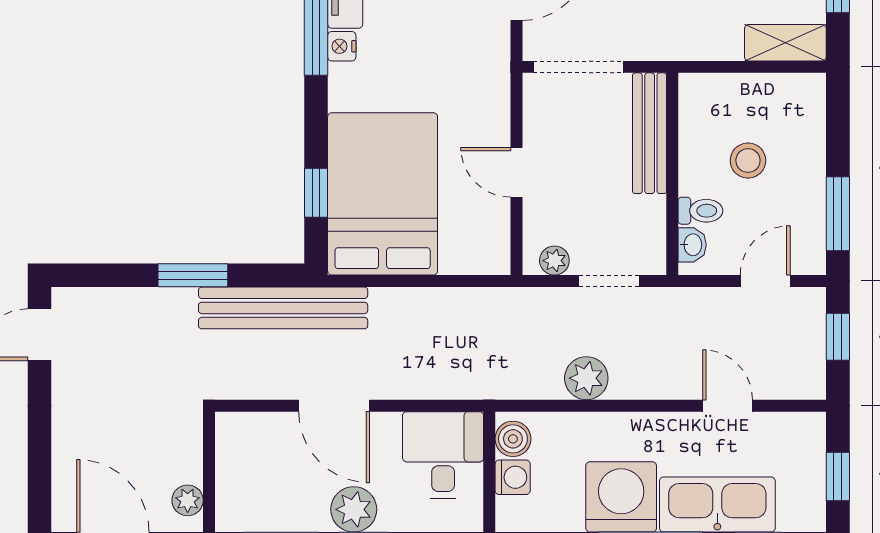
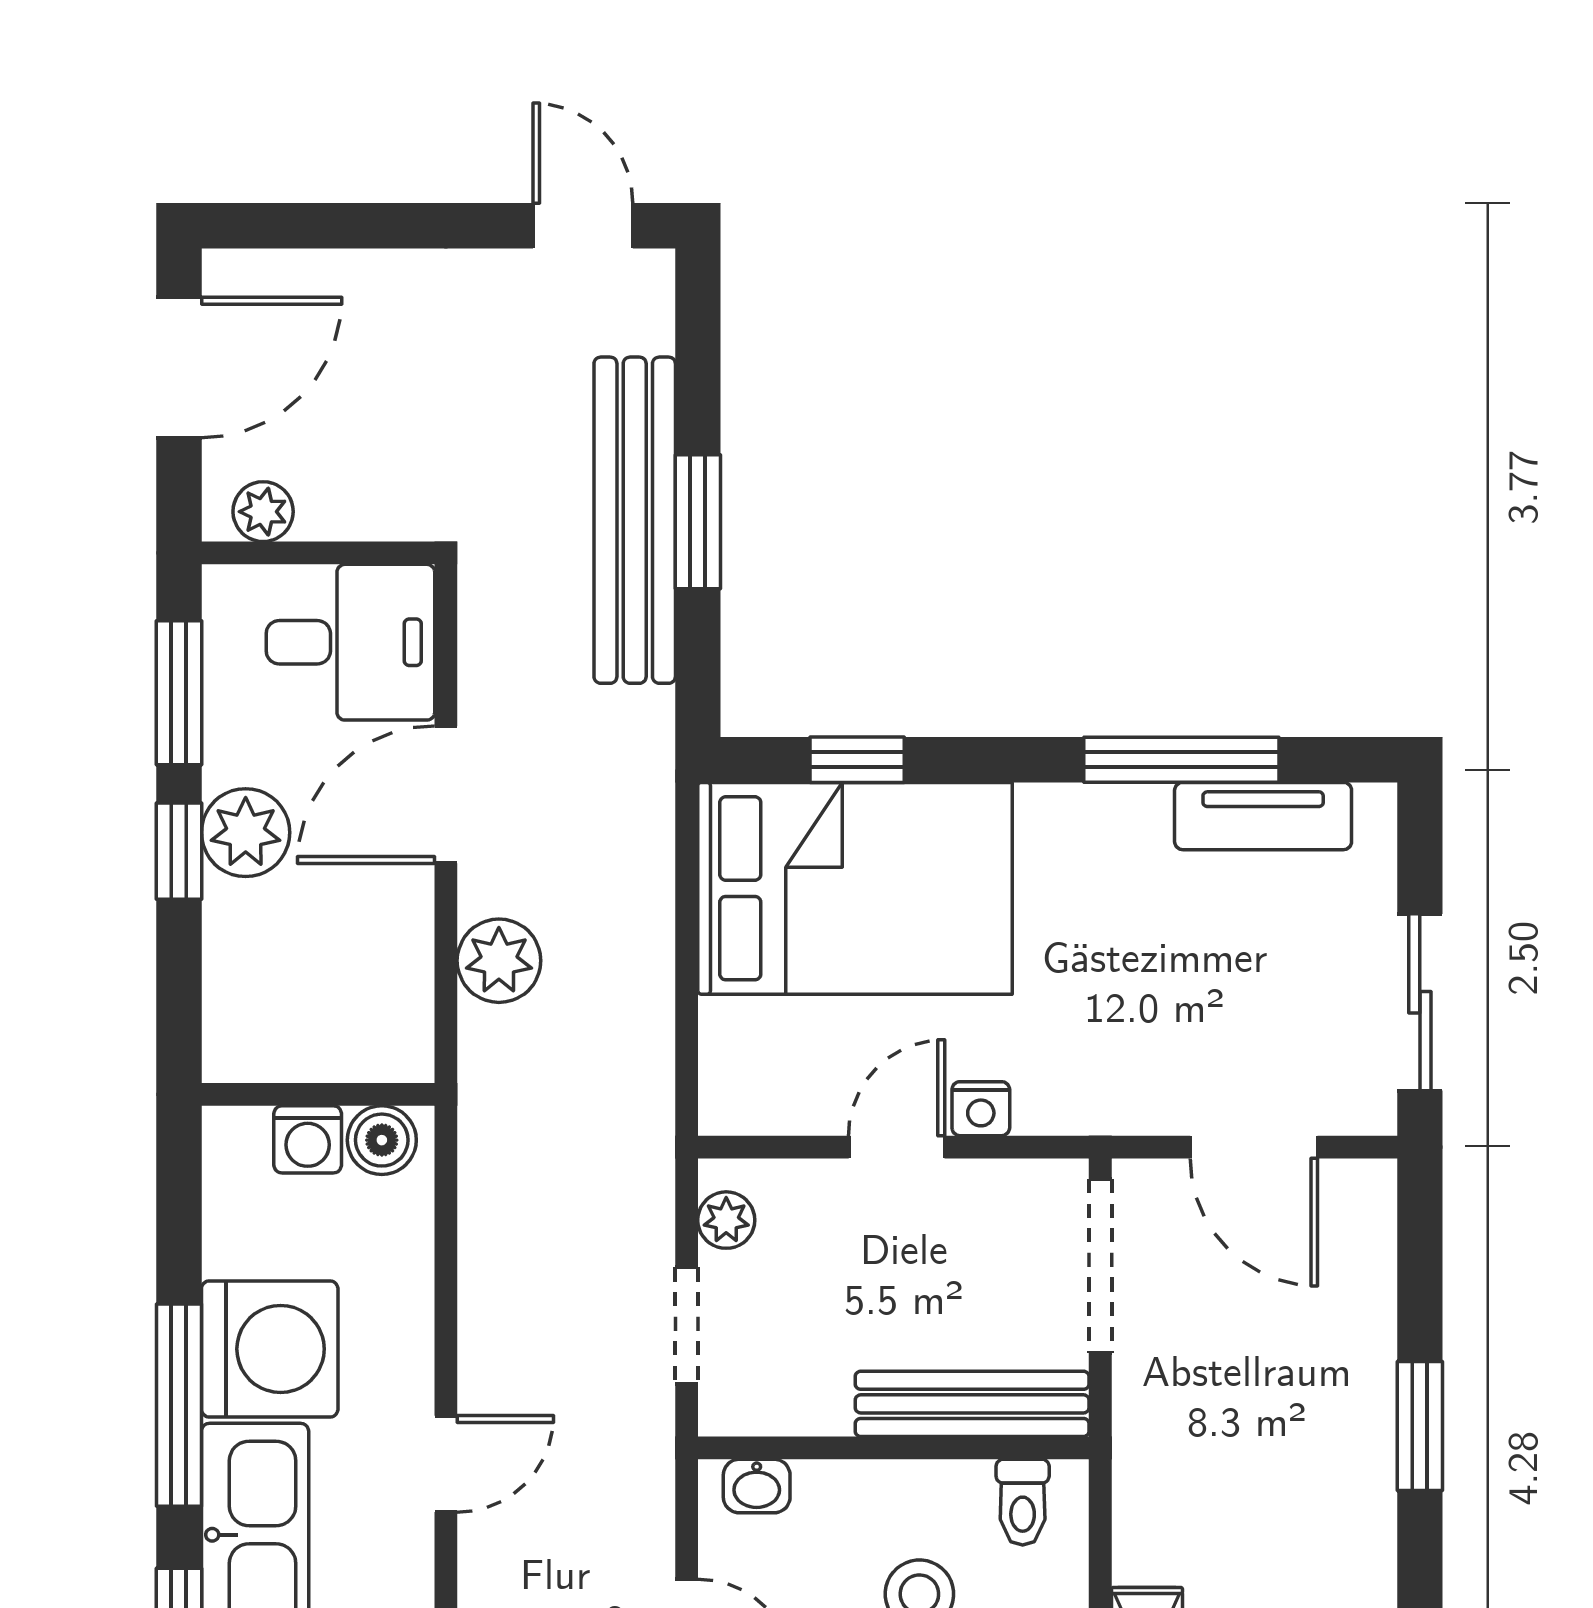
nightstand: (342, 46) -> (981, 1109), moved, turned 180
toilet: (700, 211) -> (1023, 1502), moved
bench: (283, 308) -> (635, 520), moved
plant: (586, 378) -> (499, 961), moved
door: (728, 406) -> (446, 1464), moved
desk: (443, 455) -> (351, 642), moved

